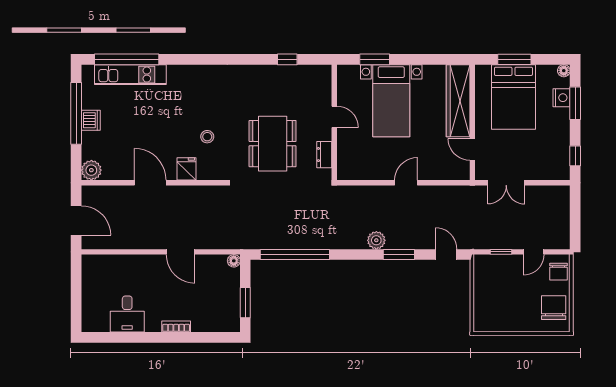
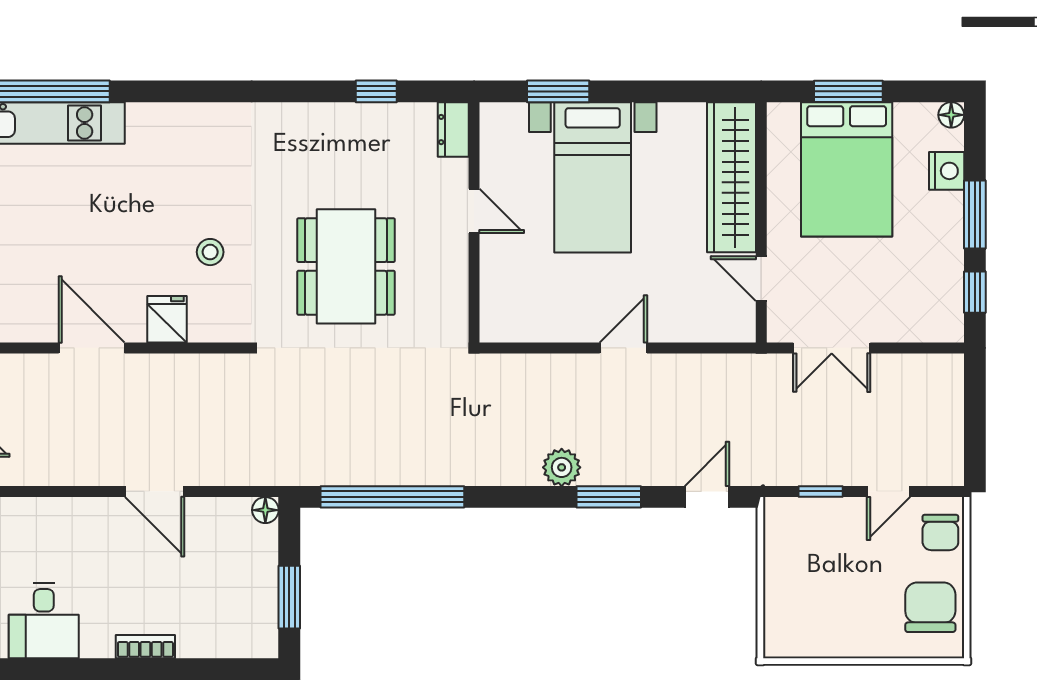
window: (575, 103) -> (975, 215), moved
dresser: (324, 155) -> (453, 130), moved
door: (446, 254) -> (707, 497), hinge flipped

